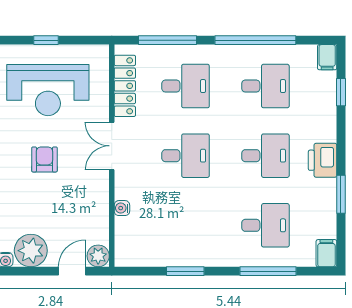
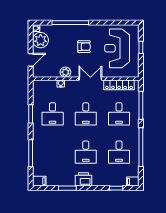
desk: (265, 225) -> (53, 114), moved
plant: (98, 256) -> (65, 72), moved
door: (72, 271) -> (31, 60), hinge flipped

